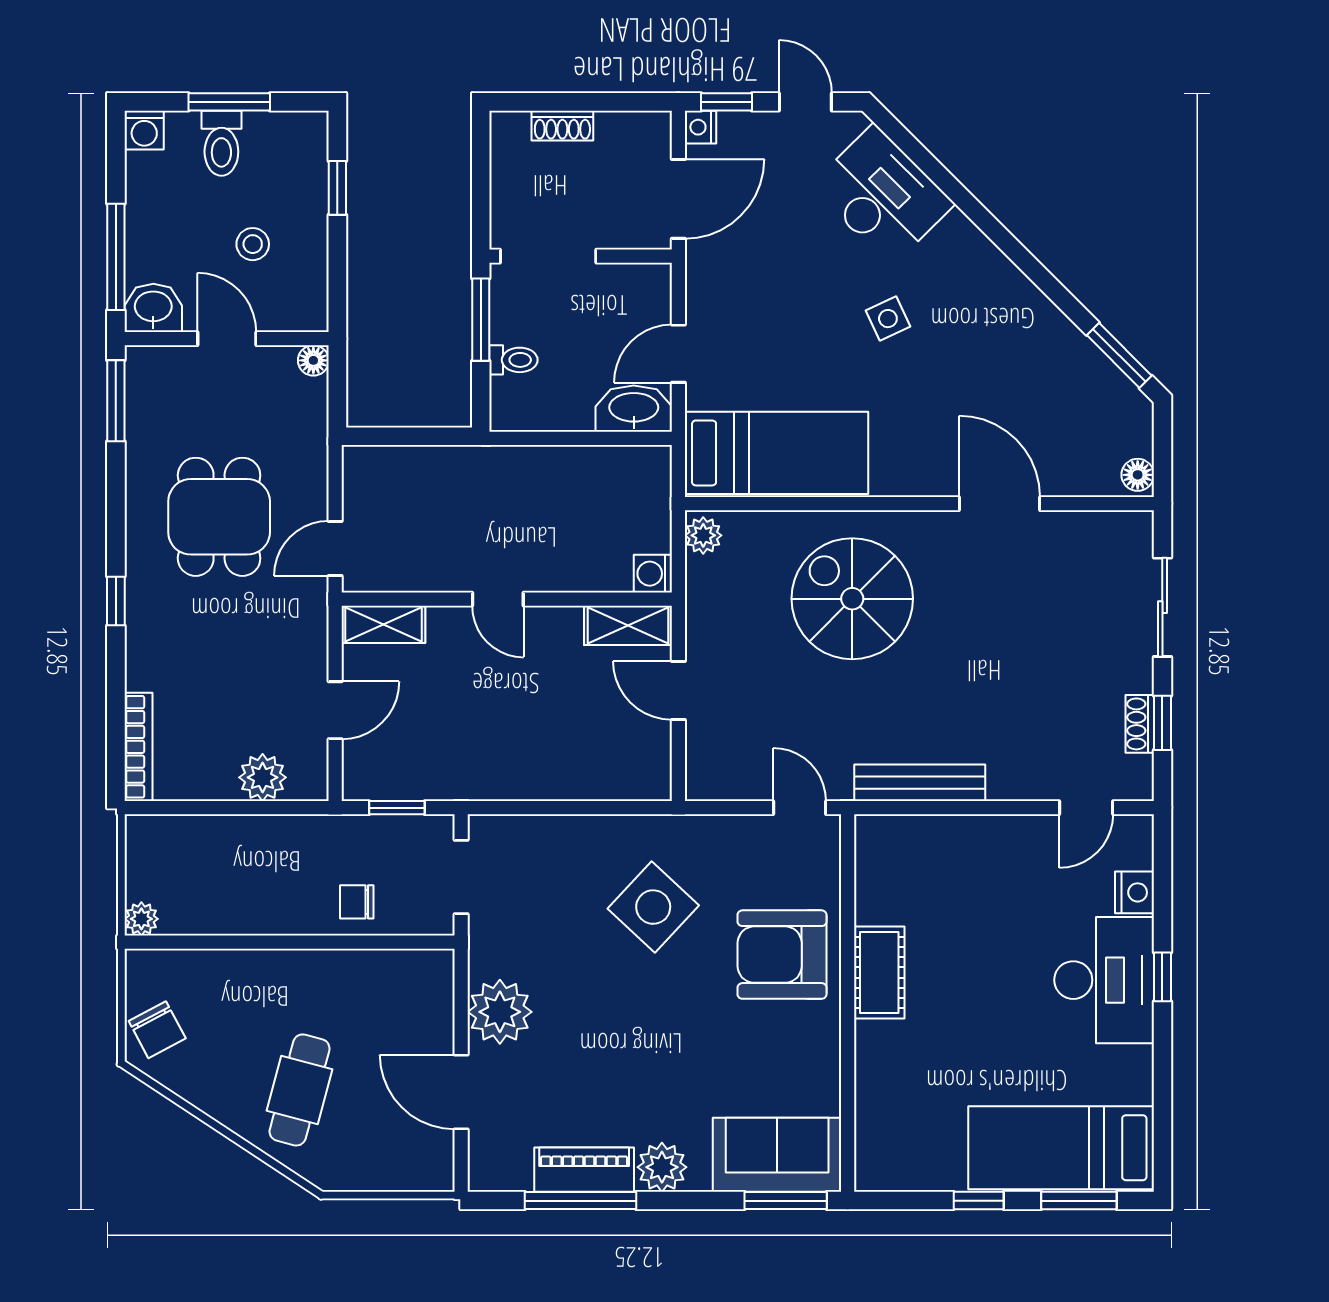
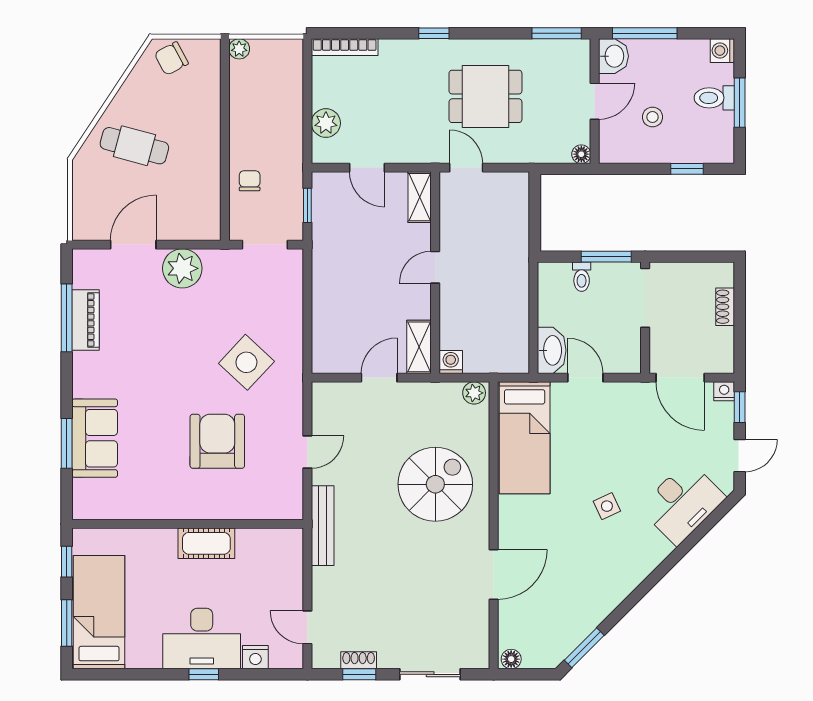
cot: (879, 973) -> (206, 543), moved
wall: (848, 1003) -> (188, 524), moved
plant: (662, 1167) -> (87, 368), removed

